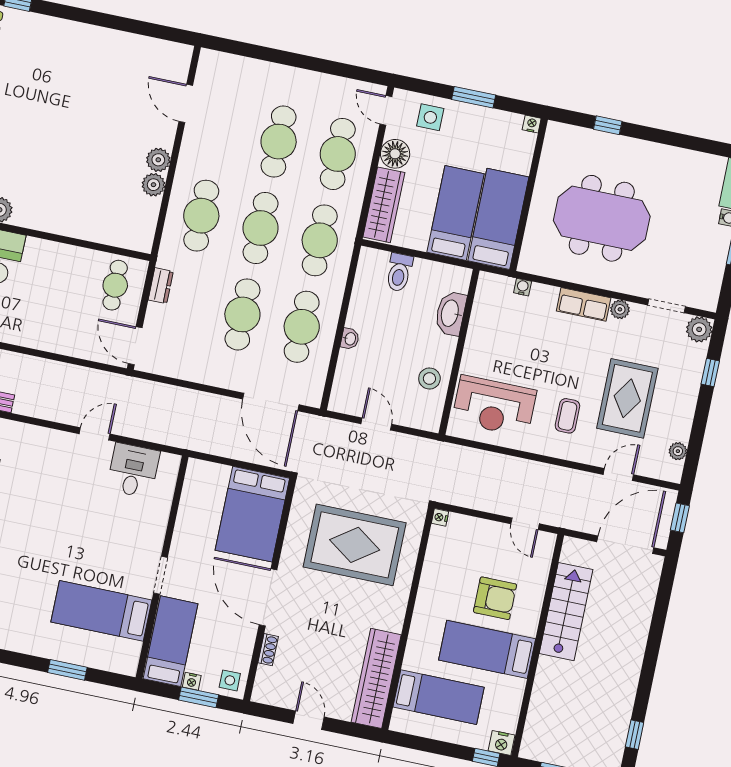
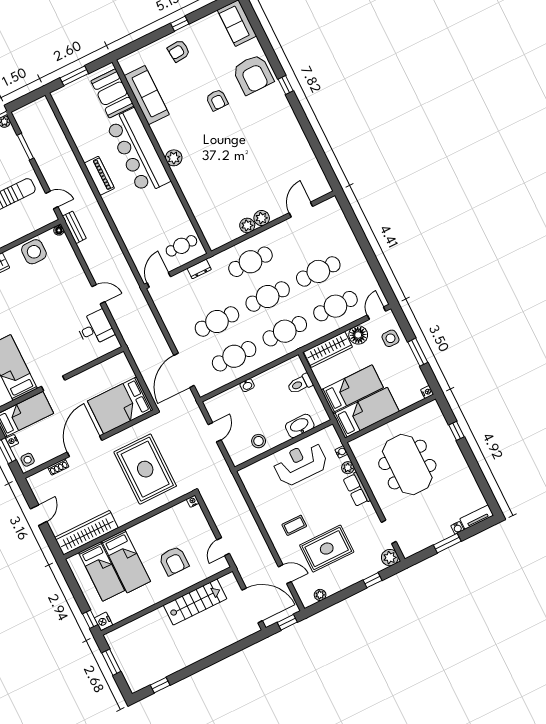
plant: (620, 309) -> (348, 468), moved
reception desk: (494, 406) -> (300, 463), moved, turned 90
bed: (487, 649) -> (126, 561), moved, turned 180

